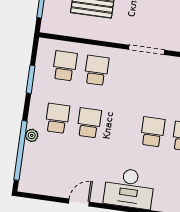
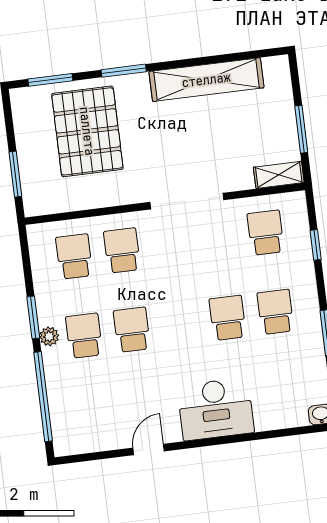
doorway: (147, 50) -> (187, 201), width x1.36
window: (31, 79) -> (33, 317), moved
plant: (32, 135) -> (49, 336), moved

